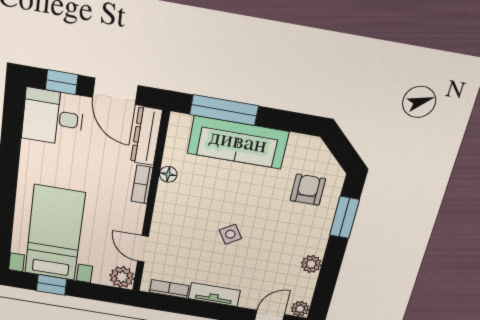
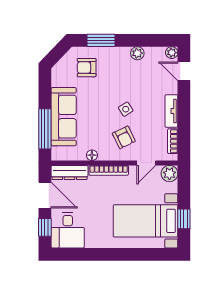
door: (115, 91) -> (45, 195), hinge flipped
bookcase: (142, 184) -> (109, 170), width x1.56
armchair: (188, 224) -> (124, 137), added

